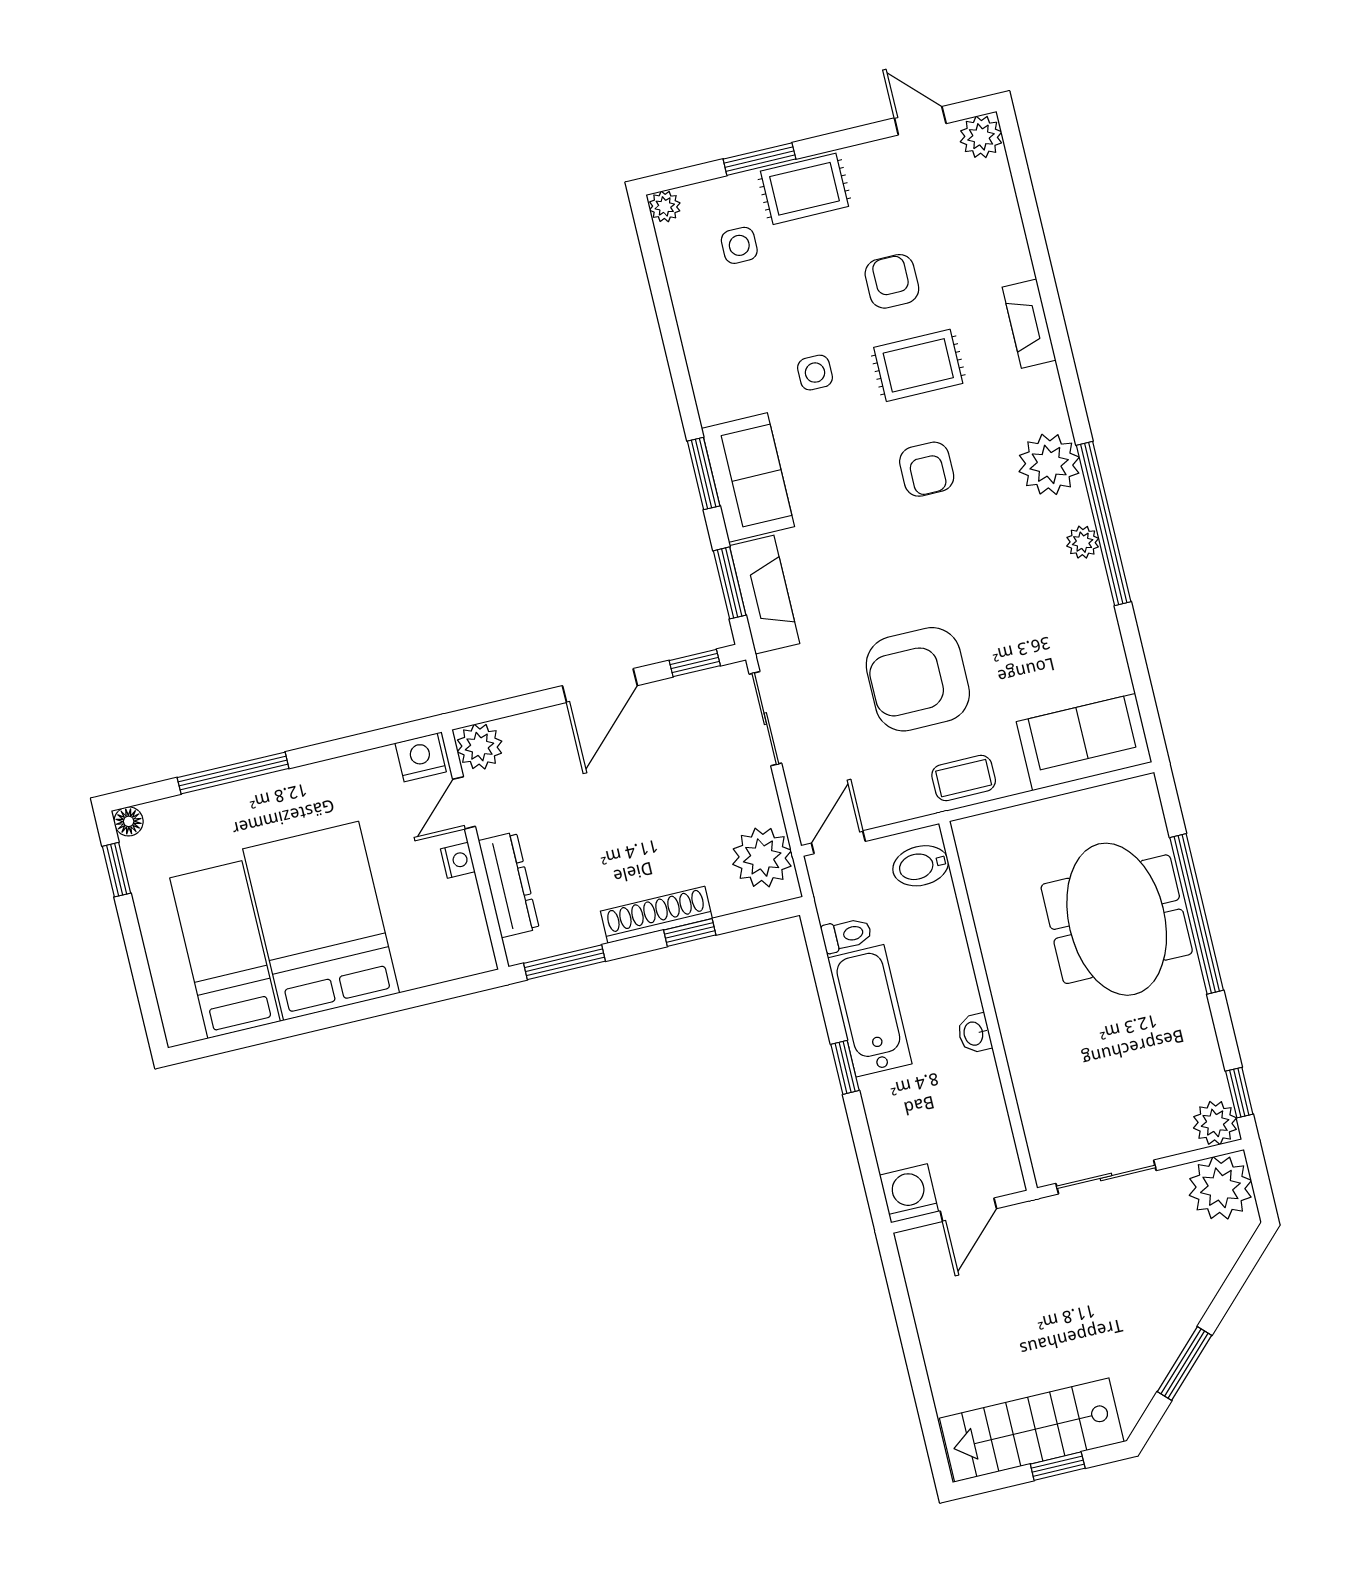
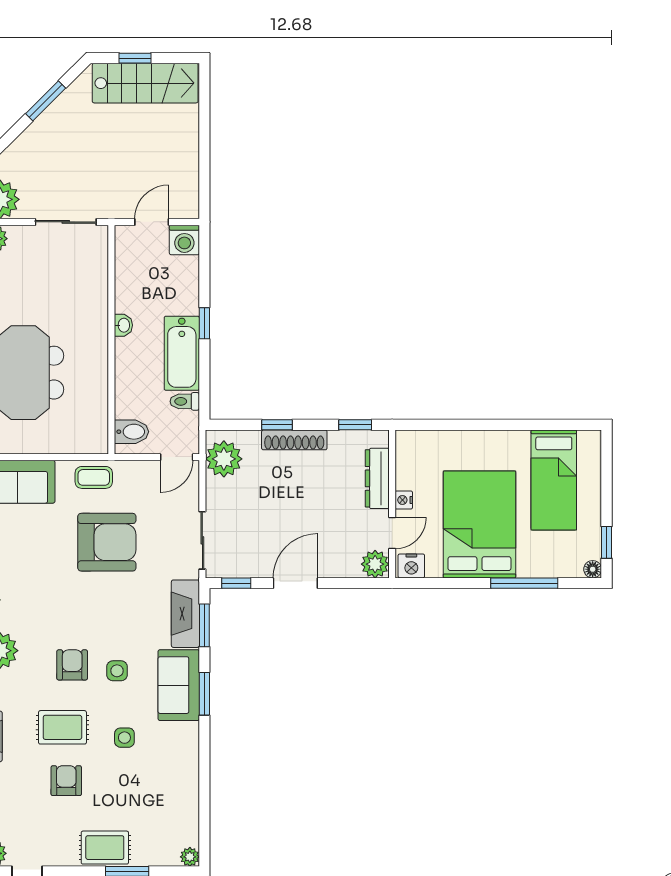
side table: (739, 245) -> (117, 671), moved
armchair: (892, 281) -> (66, 781), turned 180
bed: (321, 921) -> (479, 524), moved, turned 180
window: (565, 962) -> (355, 425), width x0.67

